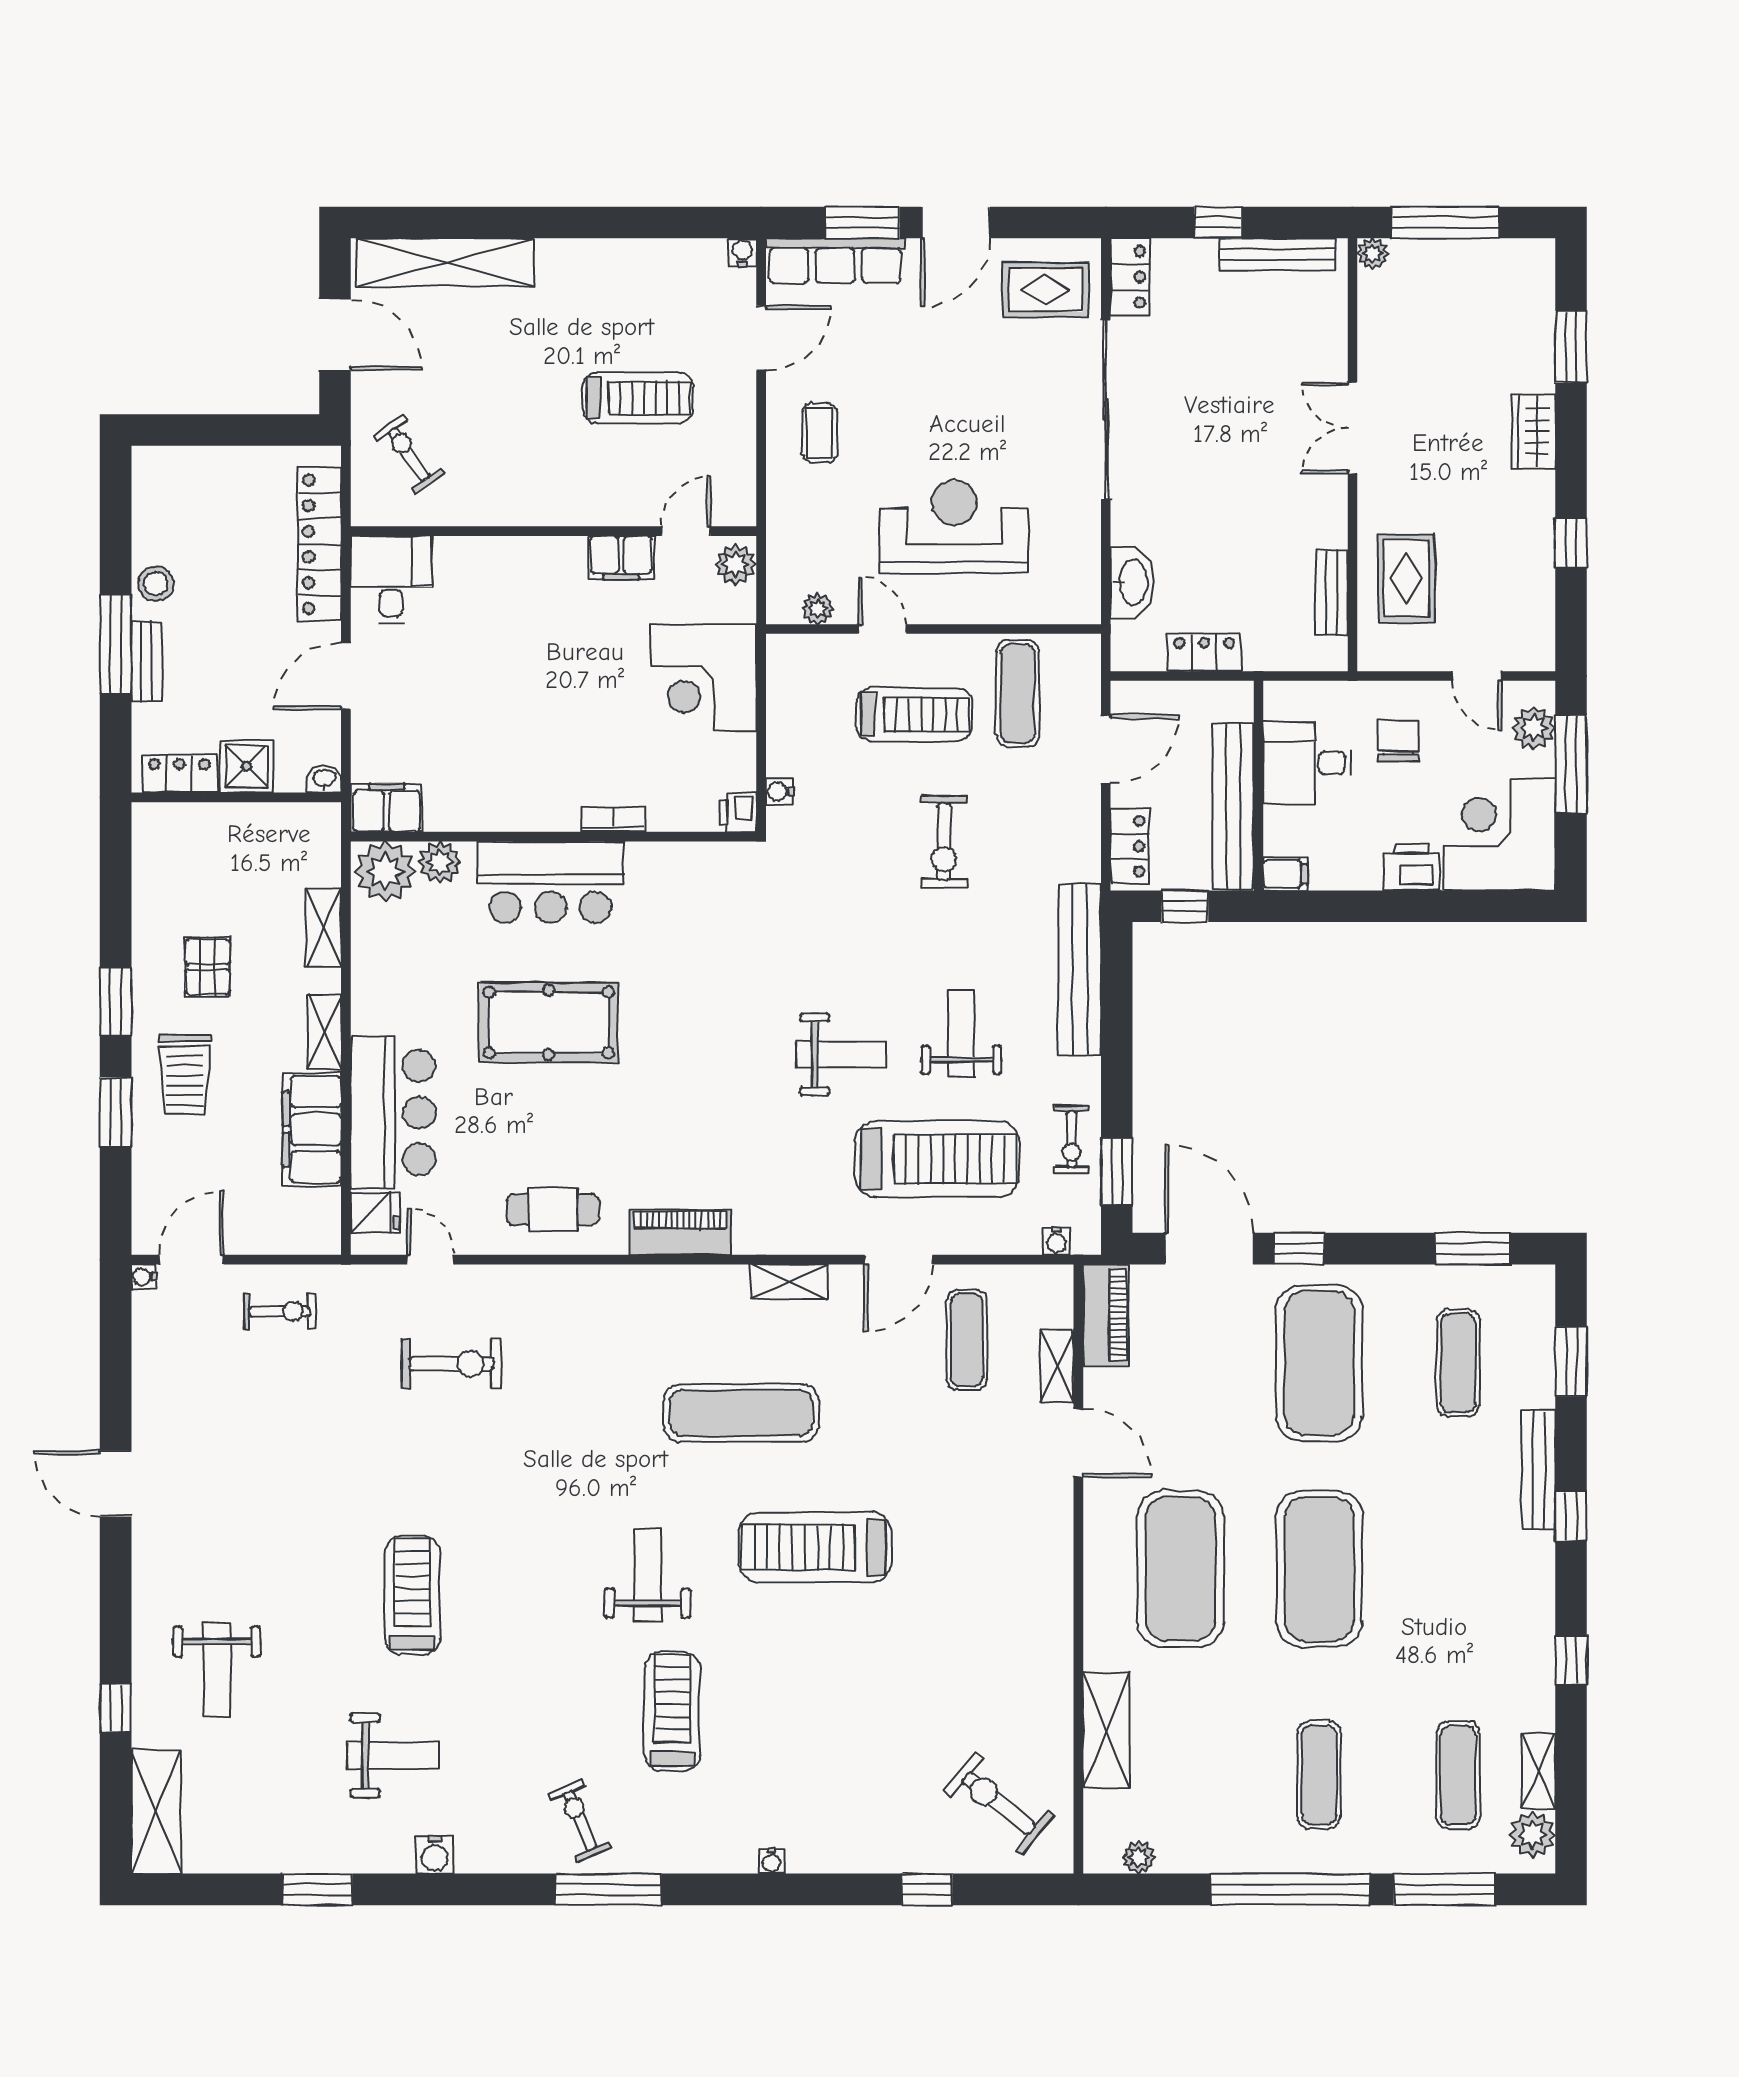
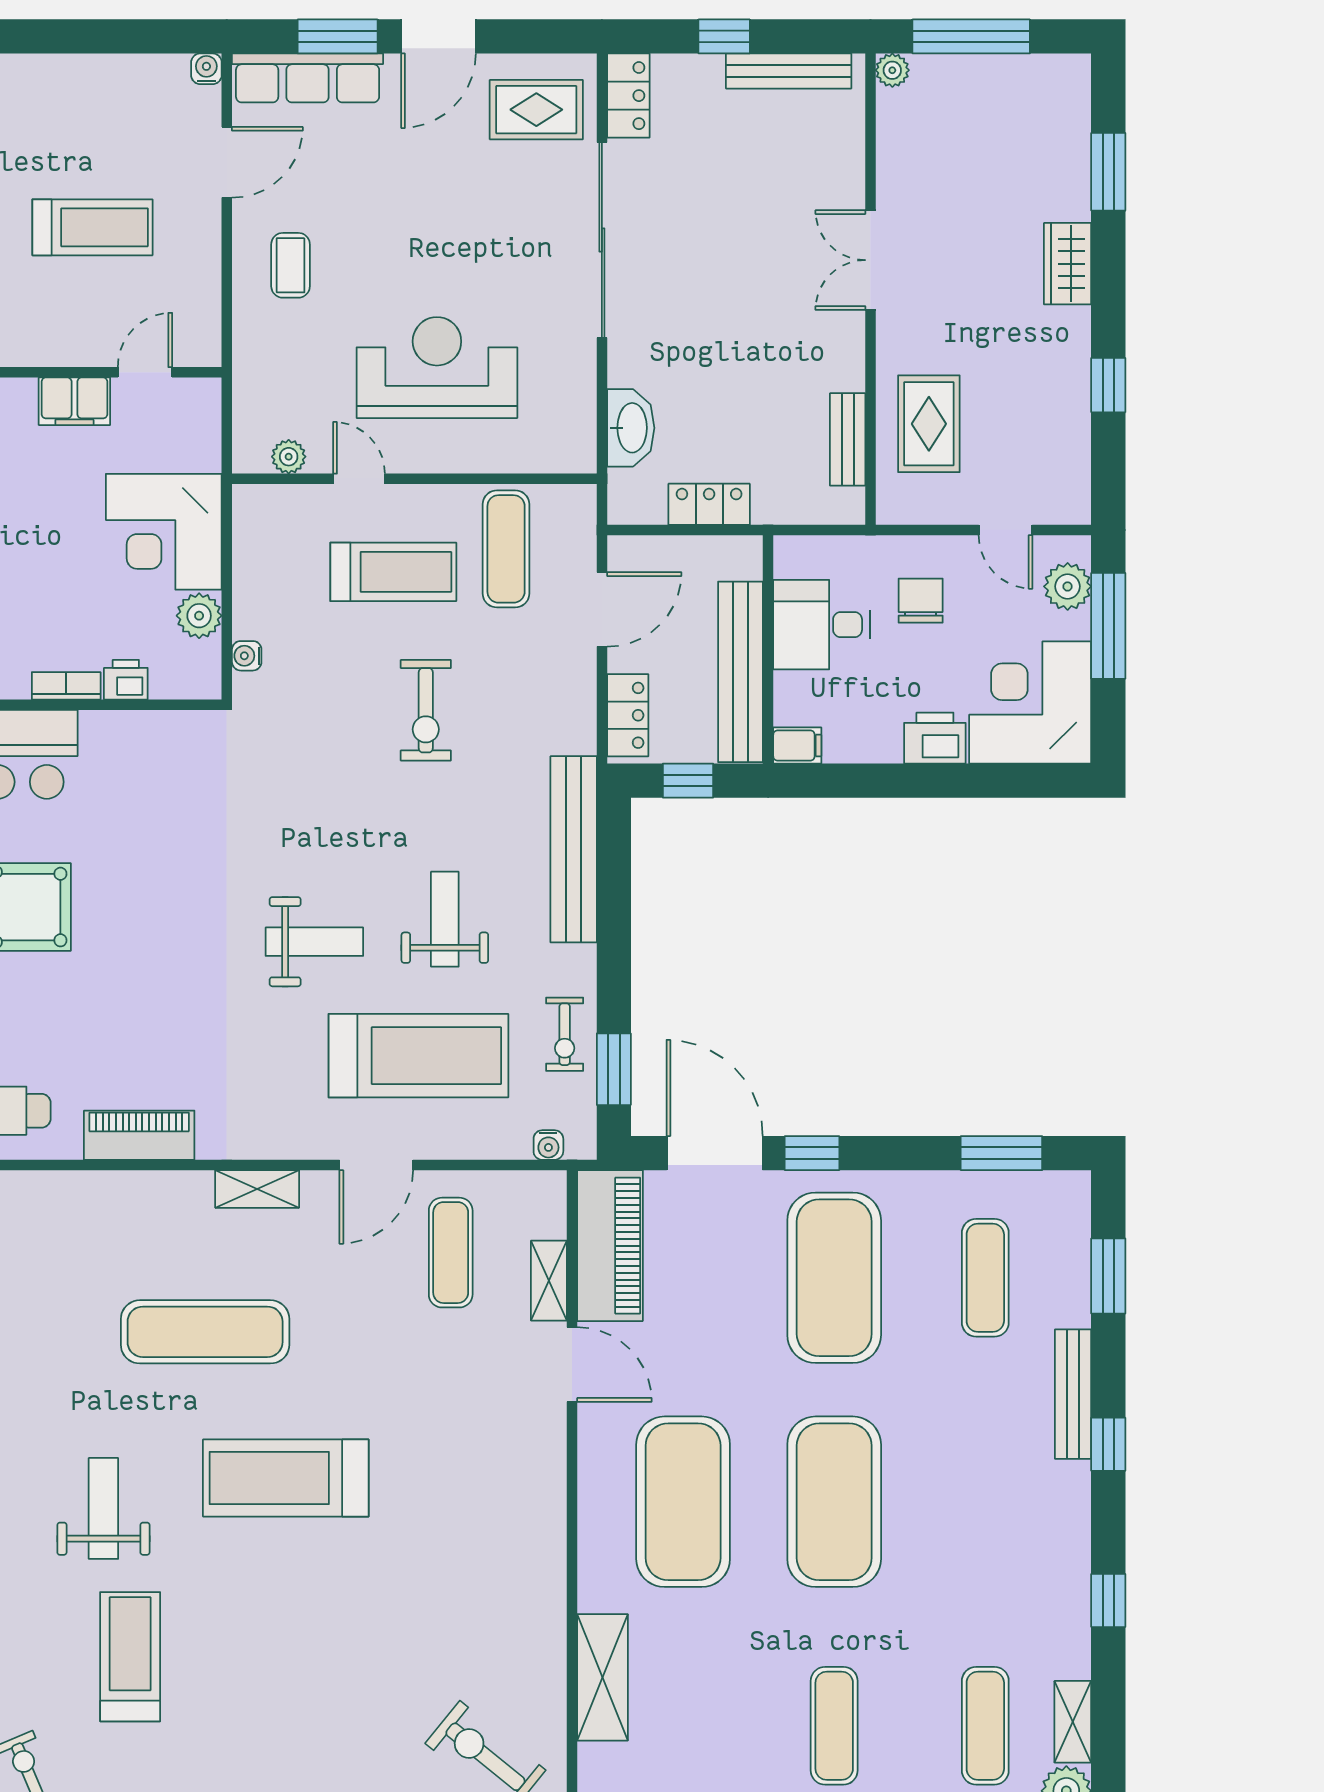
plant: (736, 564) -> (199, 616), moved
printer: (738, 812) -> (126, 680), moved, turned 90
piano: (1106, 1315) -> (610, 1246), width x1.37, depth x1.33

